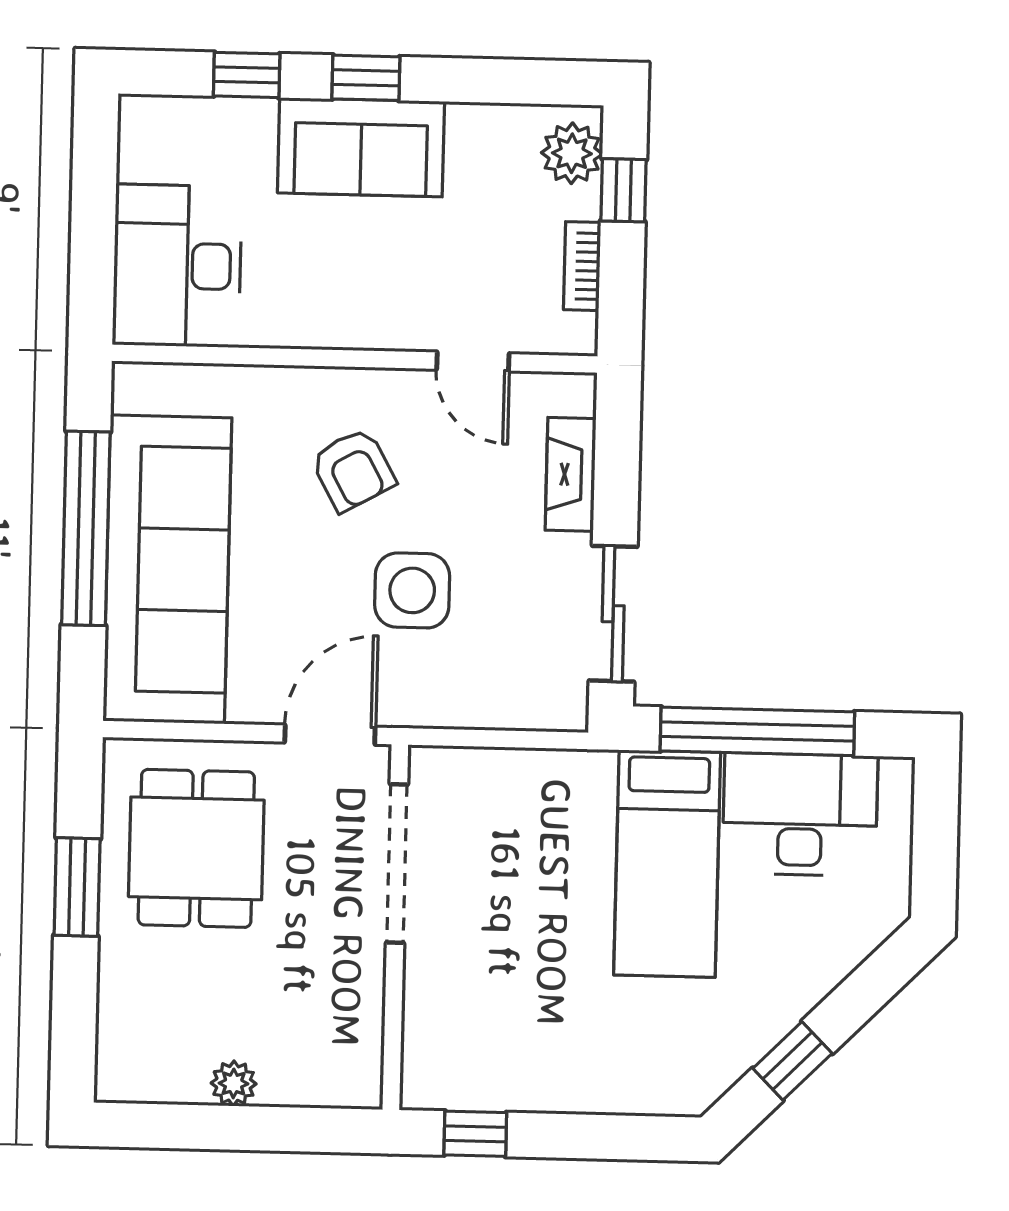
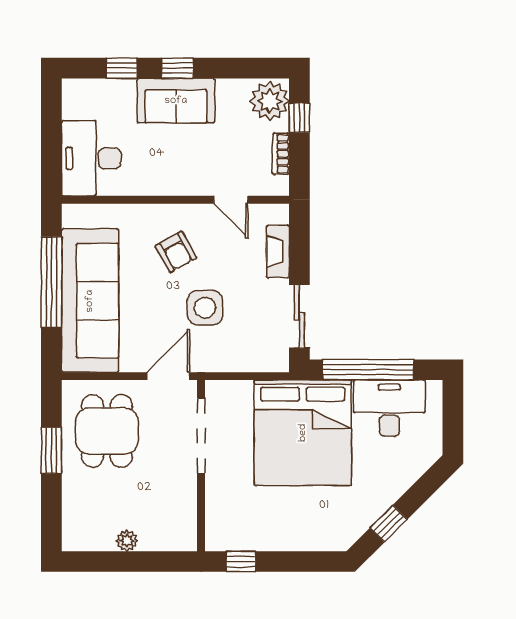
plant: (572, 153) -> (270, 101), width x1.36, depth x1.36
bed: (667, 864) -> (303, 433), width x2.04

